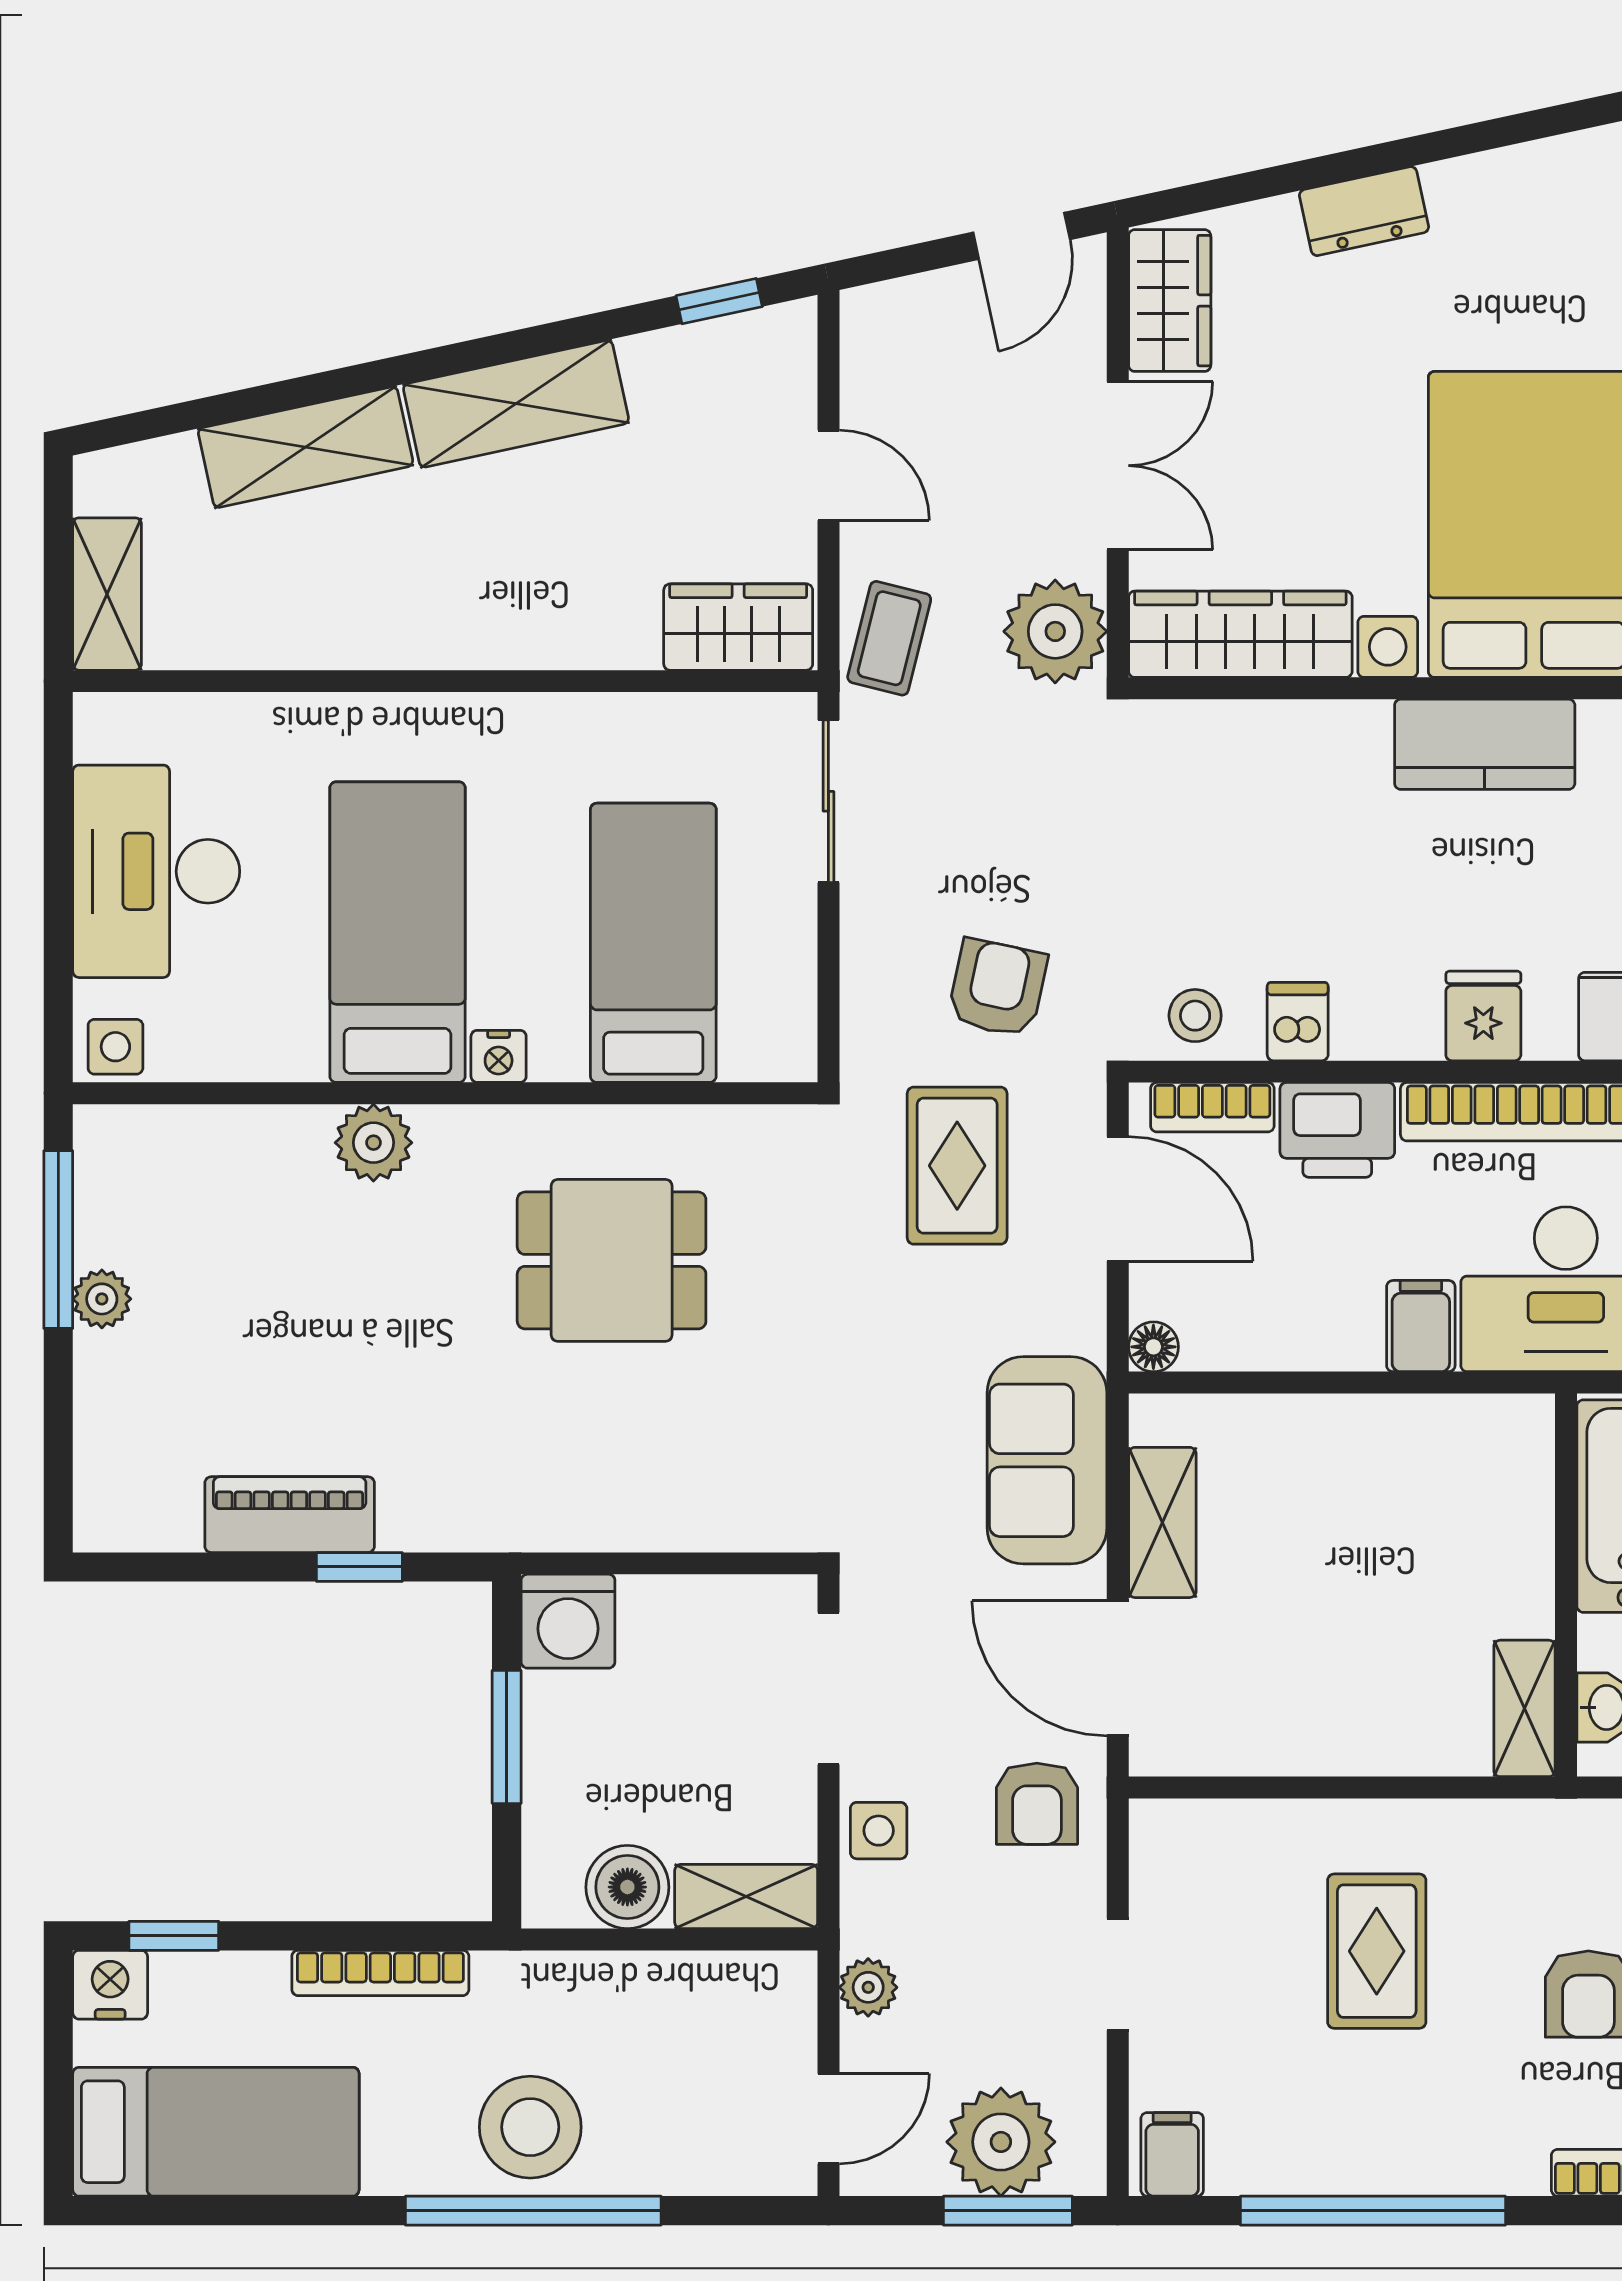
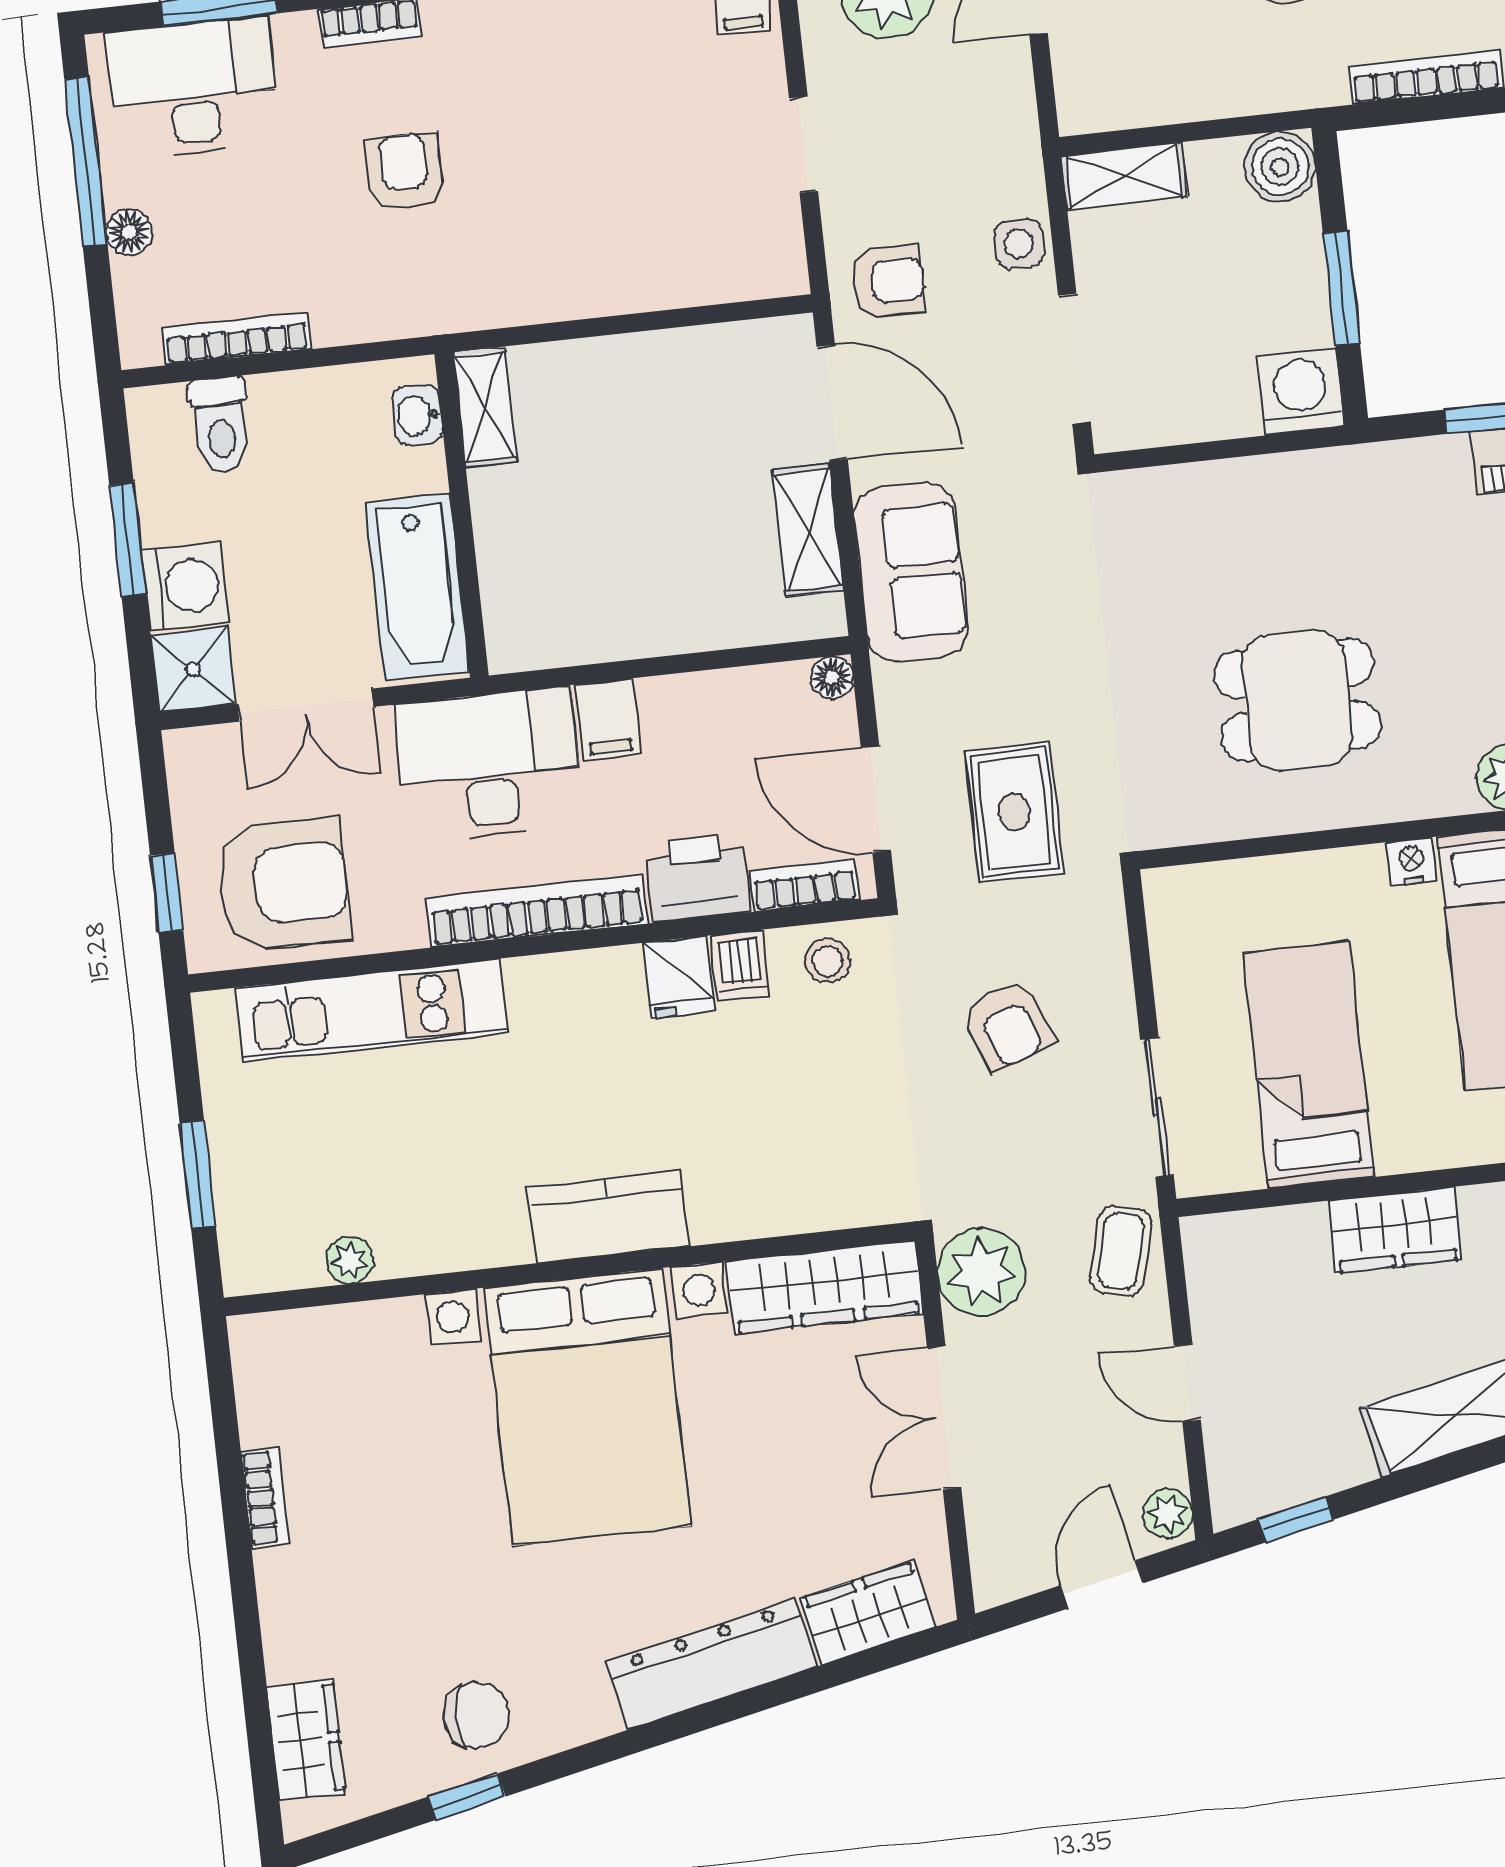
dresser: (1364, 211) -> (711, 1664), width x1.96, depth x1.24
door: (1022, 236) -> (1102, 1584), moved
wardrobe: (1170, 301) -> (868, 1613), moved, turned 78
wardrobe: (738, 627) -> (1395, 1230), moved
bed: (653, 943) -> (1308, 1065), moved, turned 180
armchair: (997, 988) -> (1008, 1025), moved, turned -33
fridge: (1483, 1016) -> (679, 977), moved
armchair: (1037, 1804) -> (888, 281), turned 90
boiler: (627, 1887) -> (1280, 167), moved
rug: (1377, 1951) -> (587, 188), removed
plant: (868, 1987) -> (1168, 1514), moved

